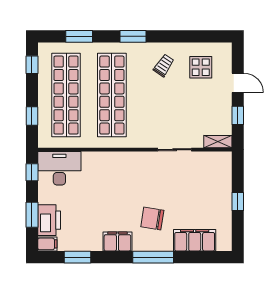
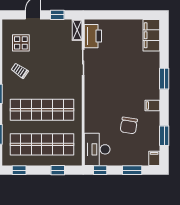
window: (238, 202) -> (122, 15), removed
chair: (152, 219) -> (129, 125), moved
printer: (49, 220) -> (93, 36), moved, turned 90
filing cabinet: (195, 240) -> (151, 35), moved
filing cabinet: (117, 241) -> (152, 106), width x0.50
window: (153, 257) -> (164, 79), width x0.69

